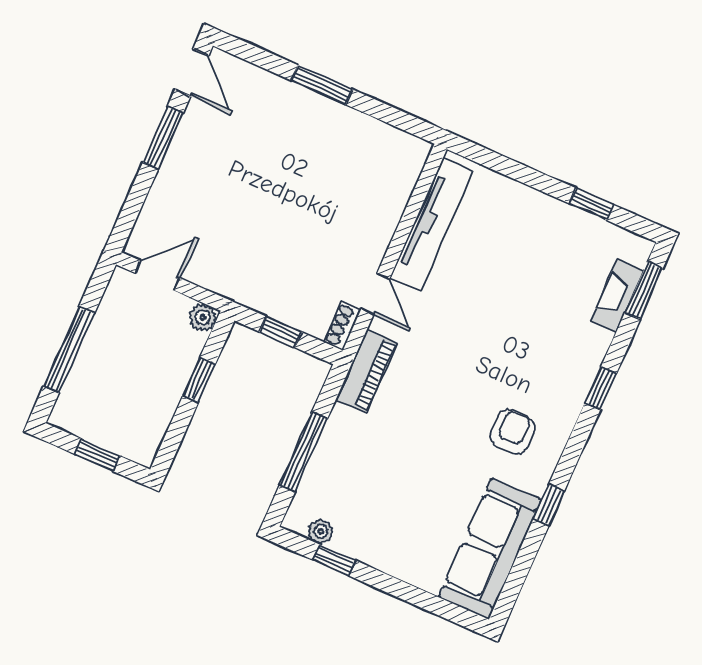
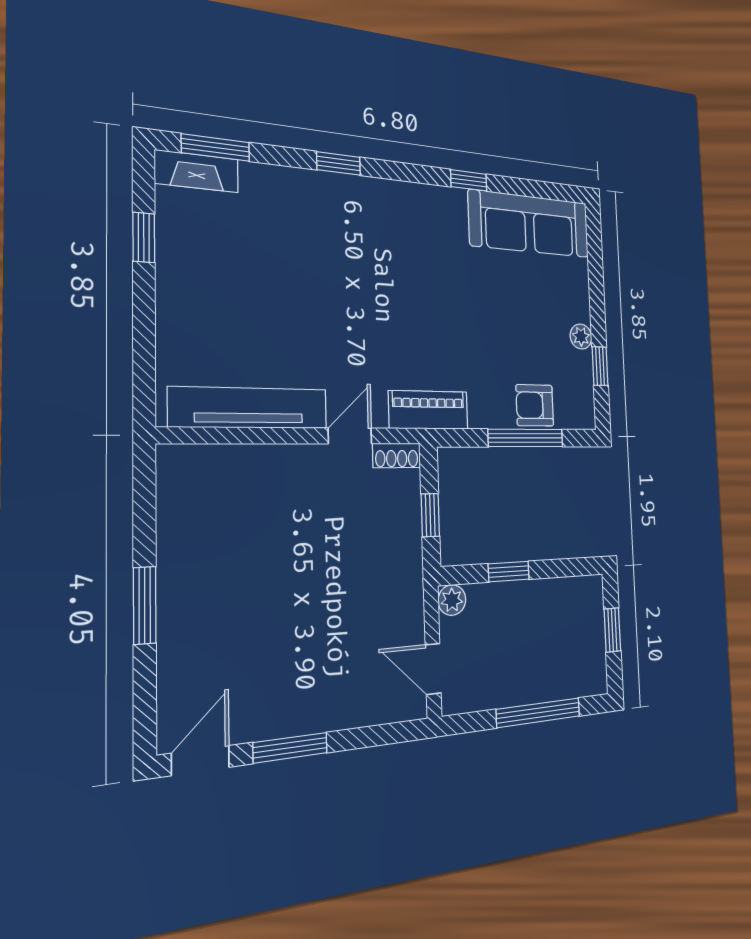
fireplace: (617, 296) -> (197, 171), moved
armchair: (512, 432) -> (535, 405), moved
plant: (321, 531) -> (581, 337), moved

